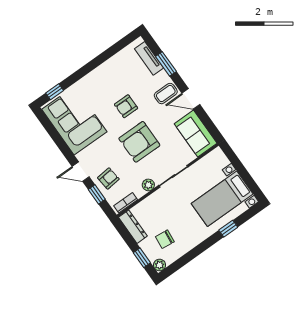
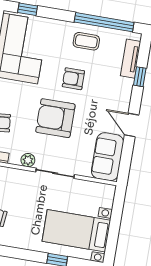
window: (110, 52) -> (104, 22), added
window: (166, 64) -> (140, 77), width x0.67
coffee table: (166, 94) -> (86, 41), moved

